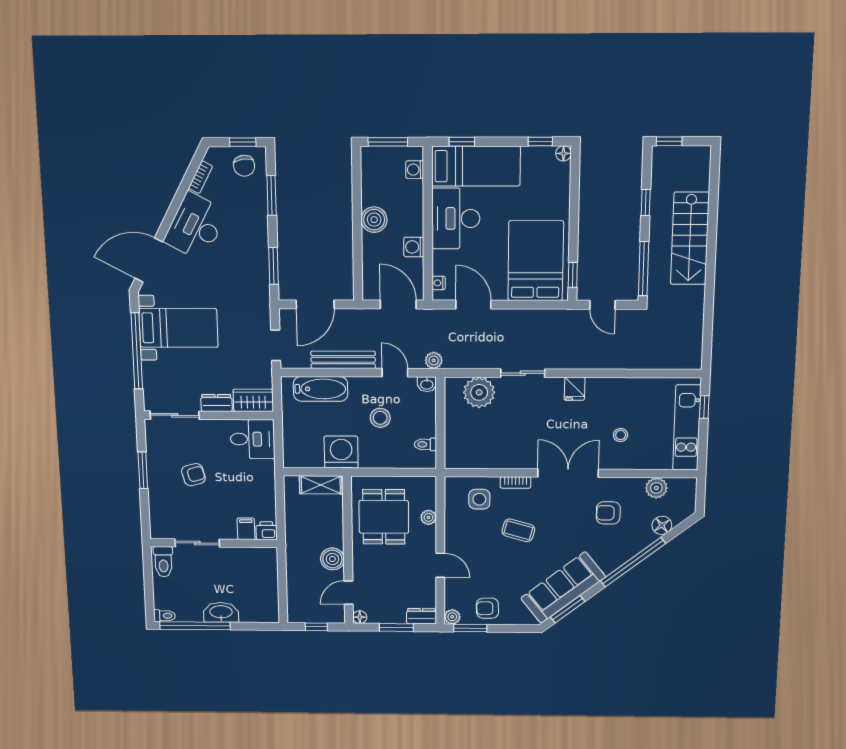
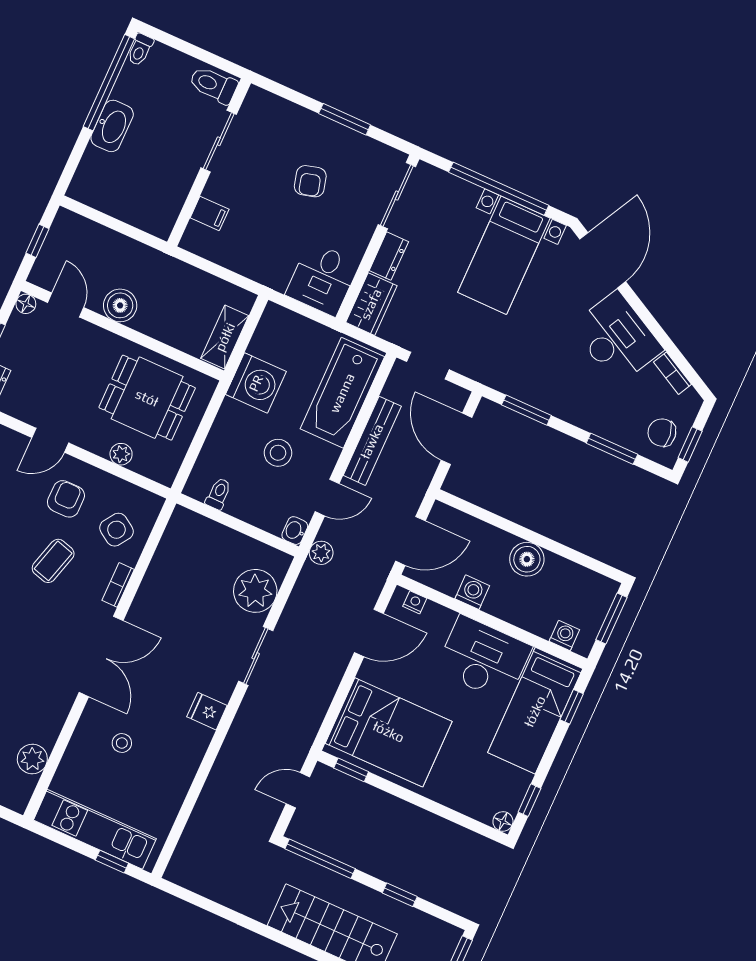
bathtub: (321, 389) -> (342, 393), width x1.36, depth x1.36
side table: (479, 499) -> (116, 530), turned 34
armchair: (608, 513) -> (66, 499), moved
printer: (266, 531) -> (195, 239), removed

